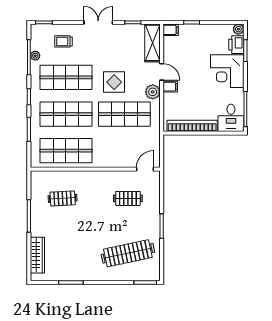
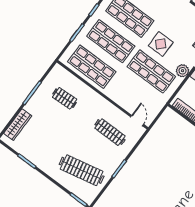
door: (145, 169) -> (137, 121), hinge flipped
clothes rail: (128, 198) -> (110, 132), width x1.36

